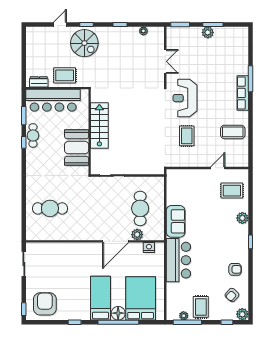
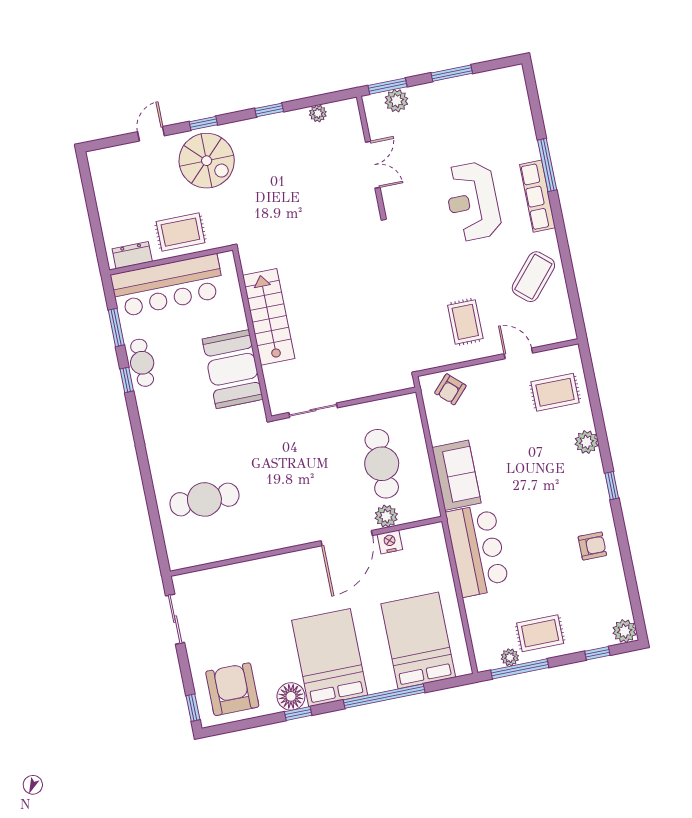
plant: (208, 32) -> (396, 101), moved
reception desk: (185, 98) -> (473, 201), moved
coffee table: (233, 132) -> (533, 277), turned -49
rug: (187, 136) -> (465, 322), moved
door: (218, 168) -> (518, 353), hinge flipped
nightstand: (149, 247) -> (390, 542), moved
armchair: (232, 295) -> (450, 389), moved
bed: (100, 298) -> (330, 658), width x1.50
rug: (201, 307) -> (540, 633), turned 90
floor lamp: (118, 313) -> (291, 696), moved

